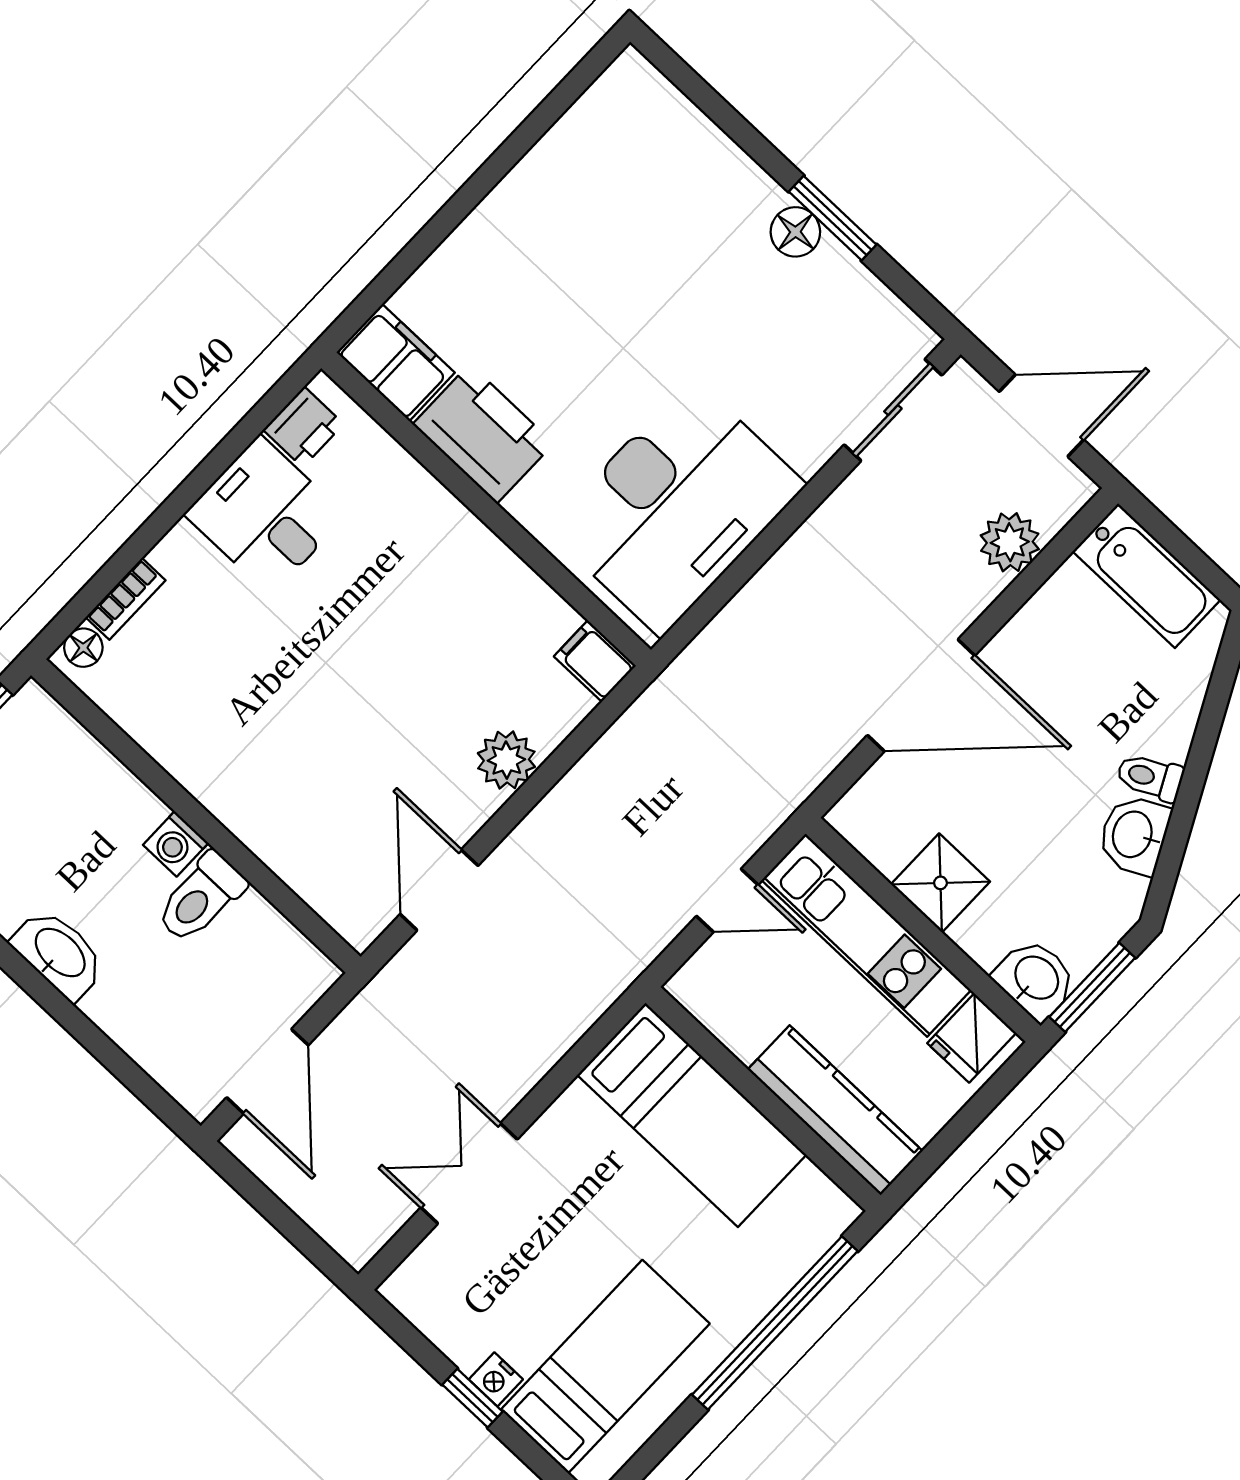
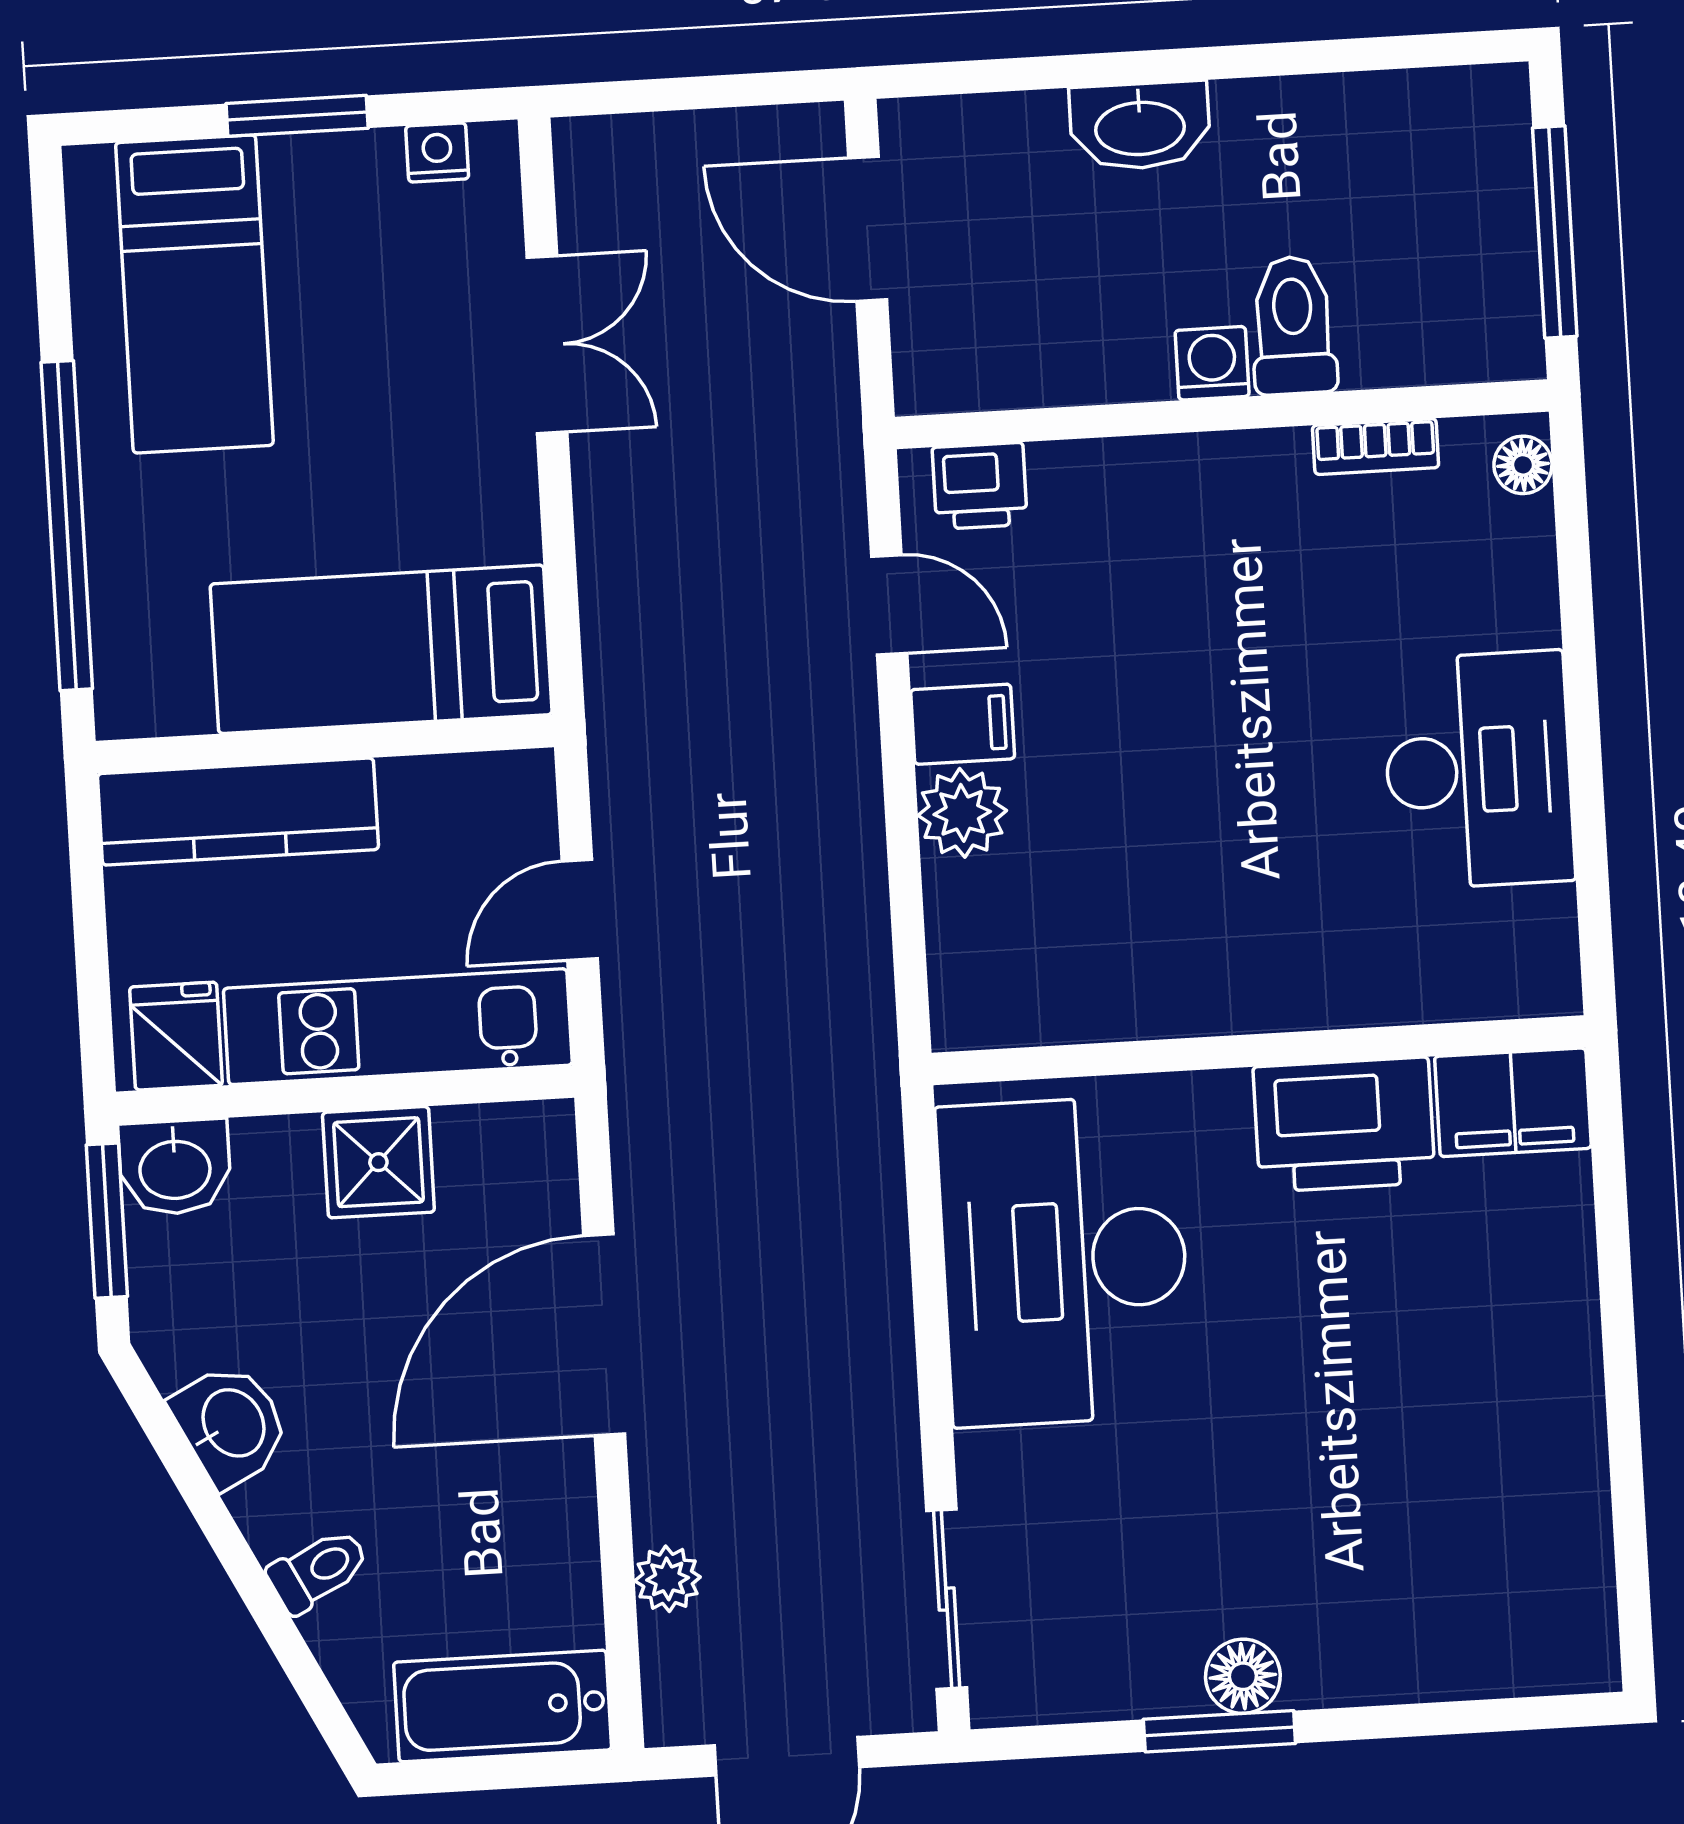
printer: (303, 427) -> (980, 486), moved, turned -90
desk: (265, 515) -> (1478, 770), width x1.37
plant: (1010, 542) -> (668, 1579), width x0.73, depth x0.73
bookcase: (126, 599) -> (1376, 447), moved, turned -90
filing cabinet: (595, 661) -> (963, 724), moved
toilet: (1150, 777) -> (318, 1570), moved
door: (439, 890) -> (889, 605), width x0.73
toilet: (201, 898) -> (1293, 325), moved
washbasin: (59, 954) -> (1140, 126), moved
nightstand: (496, 1379) -> (437, 152), moved
window: (472, 1398) -> (297, 116), width x1.50

